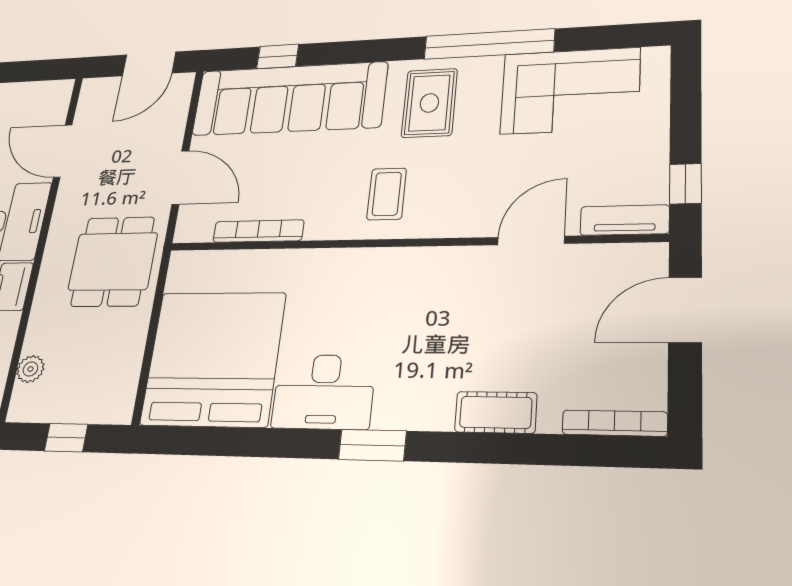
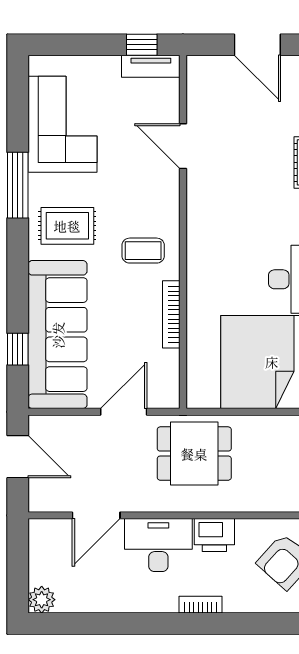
window: (489, 44) -> (18, 185), width x0.68
tv unit: (625, 220) -> (151, 66), moved, turned -90
bookcase: (258, 231) -> (171, 314), moved
door: (685, 310) -> (257, 45), moved
plant: (30, 369) -> (281, 501), removed

